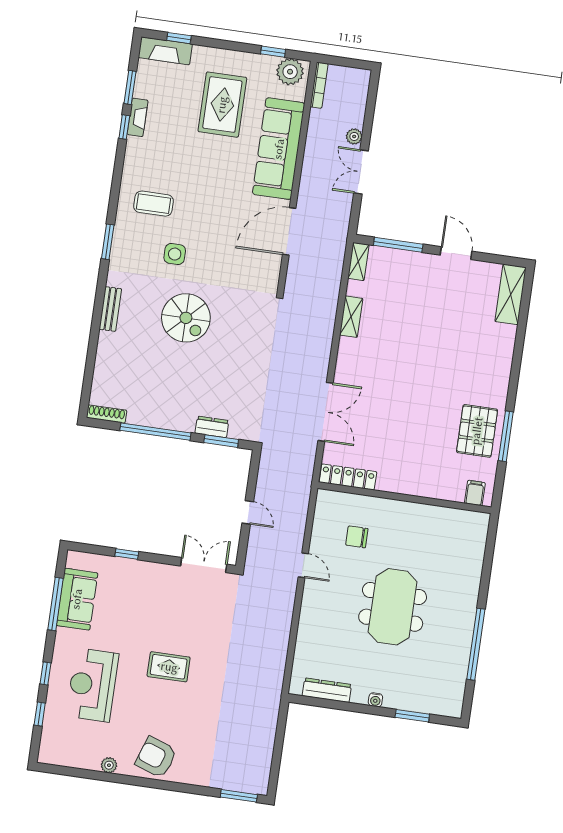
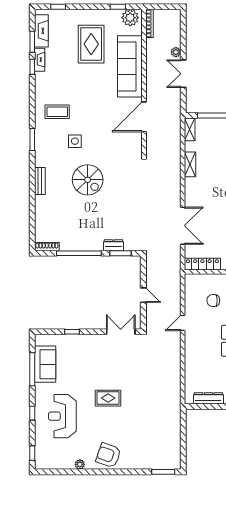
fireplace: (165, 51) -> (41, 31), moved, turned -90
door: (303, 565) -> (183, 323), swing flipped
window: (40, 714) -> (32, 453), moved

